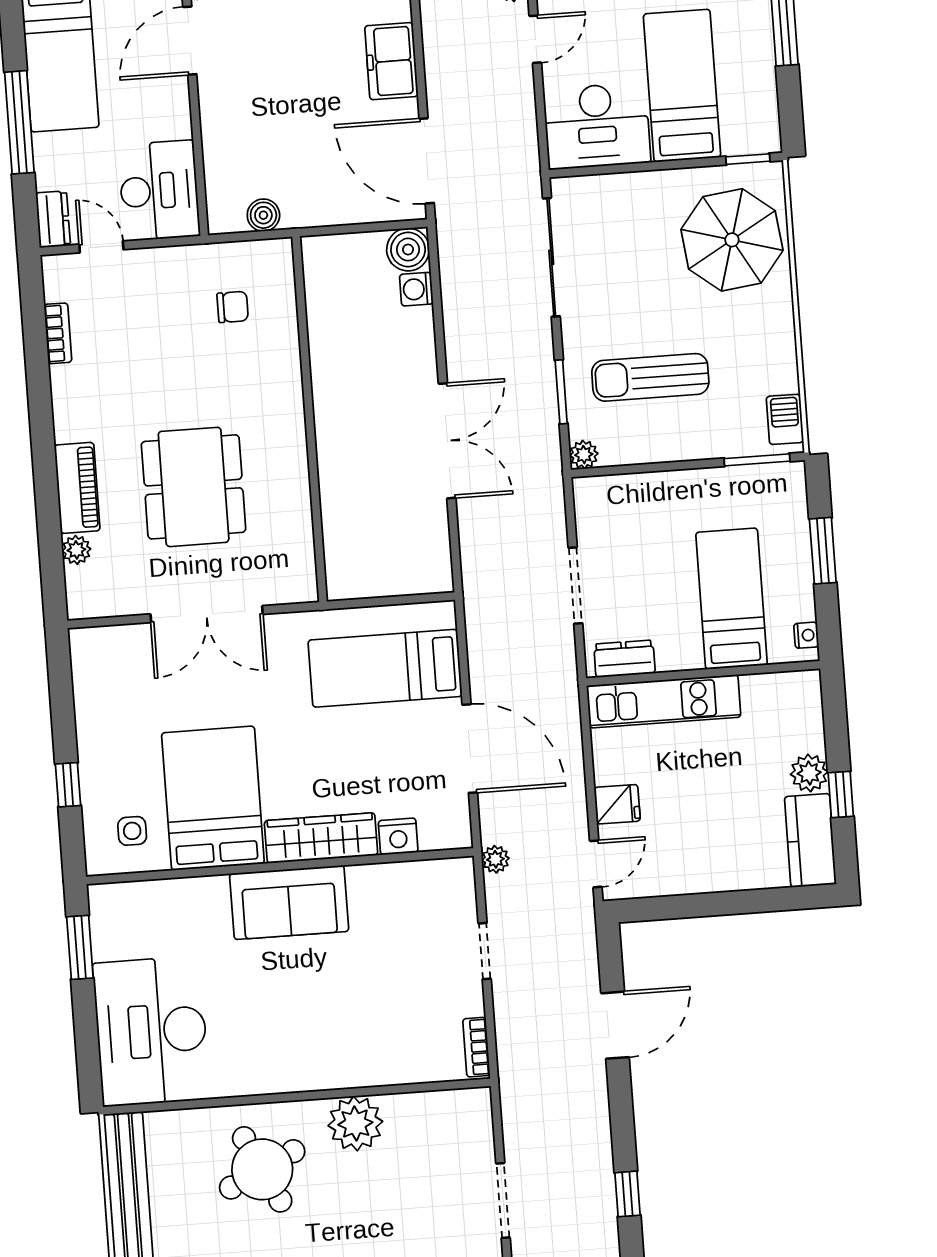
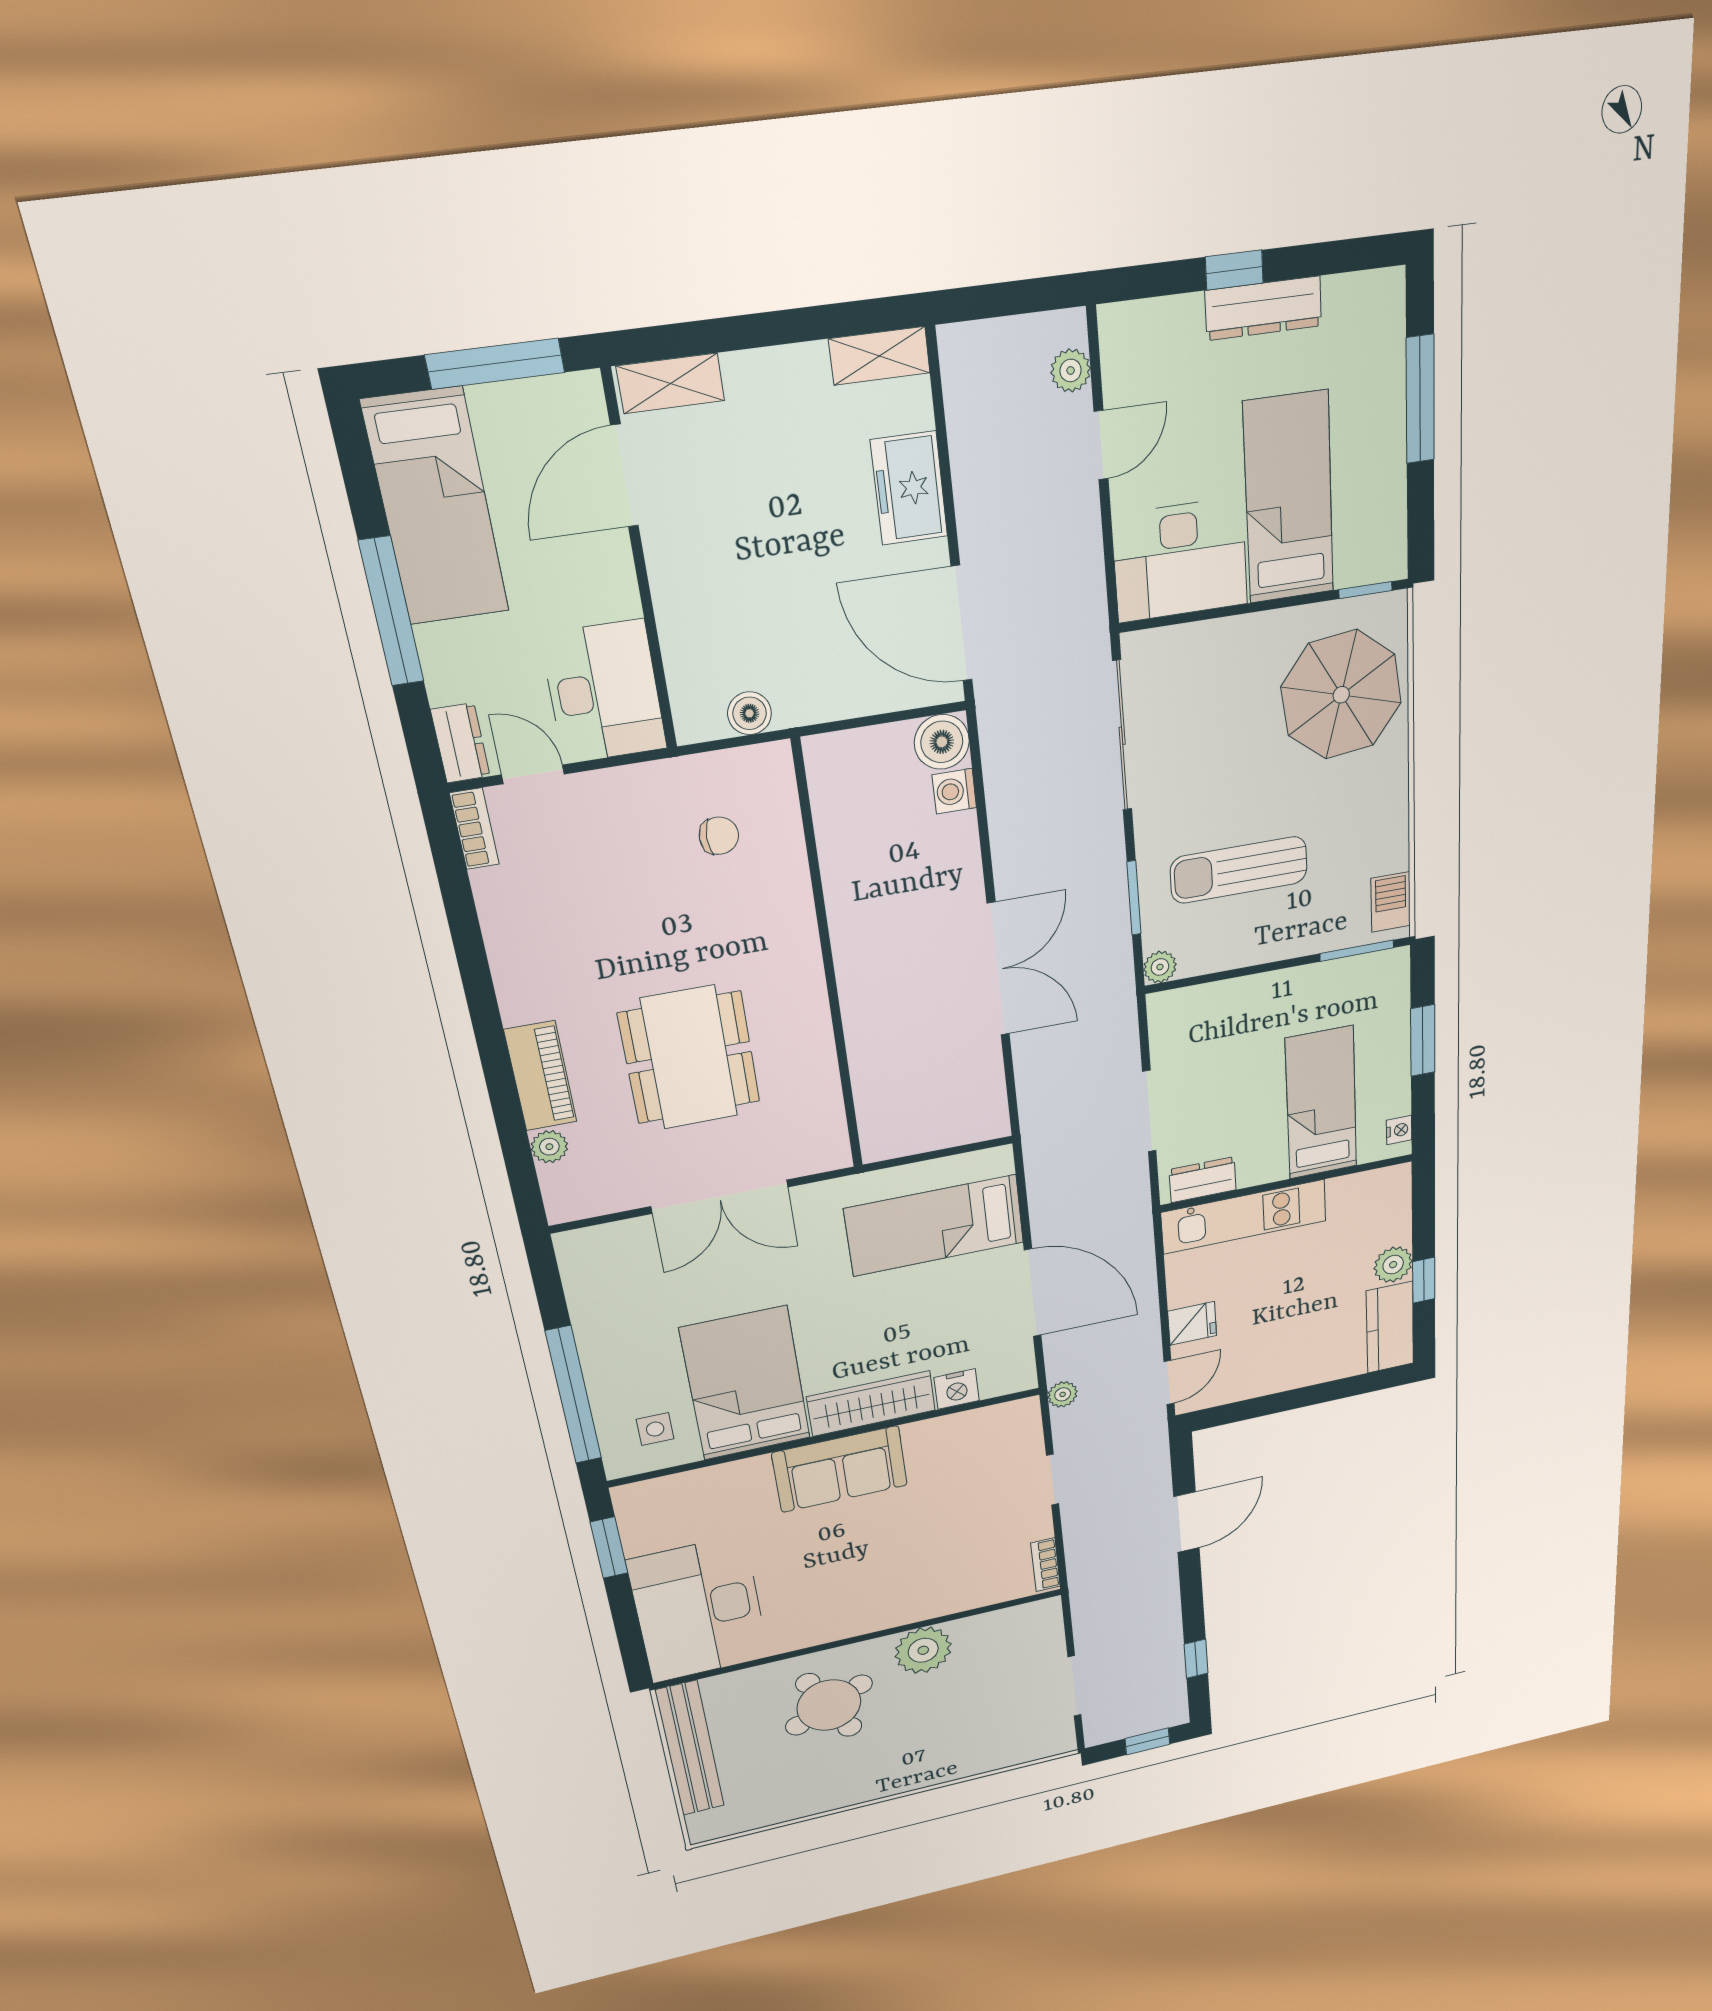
bookcase: (58, 333) -> (474, 829), moved
window: (68, 785) -> (574, 1395), width x3.17

